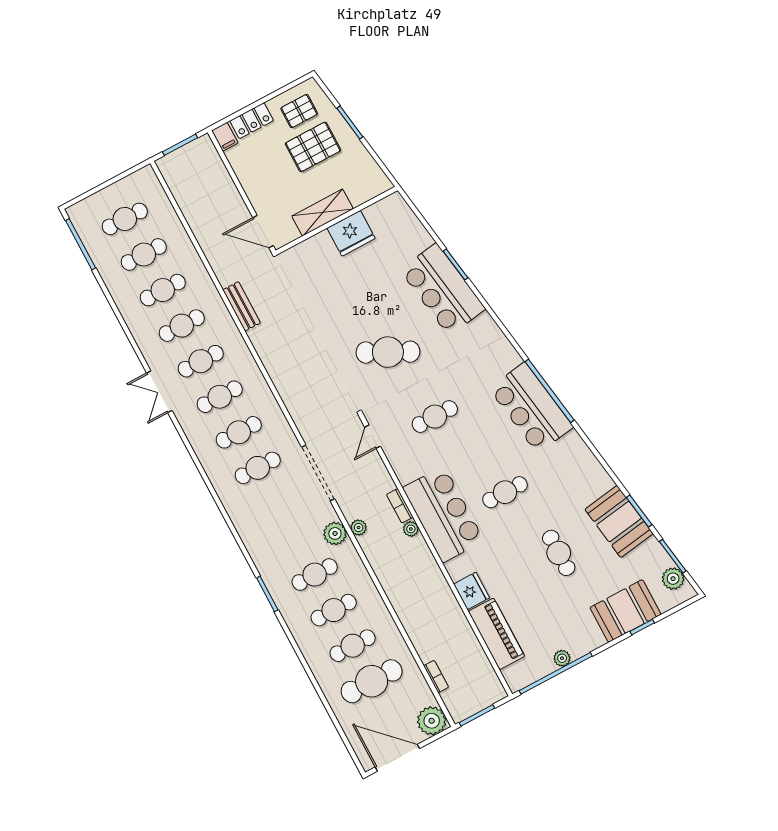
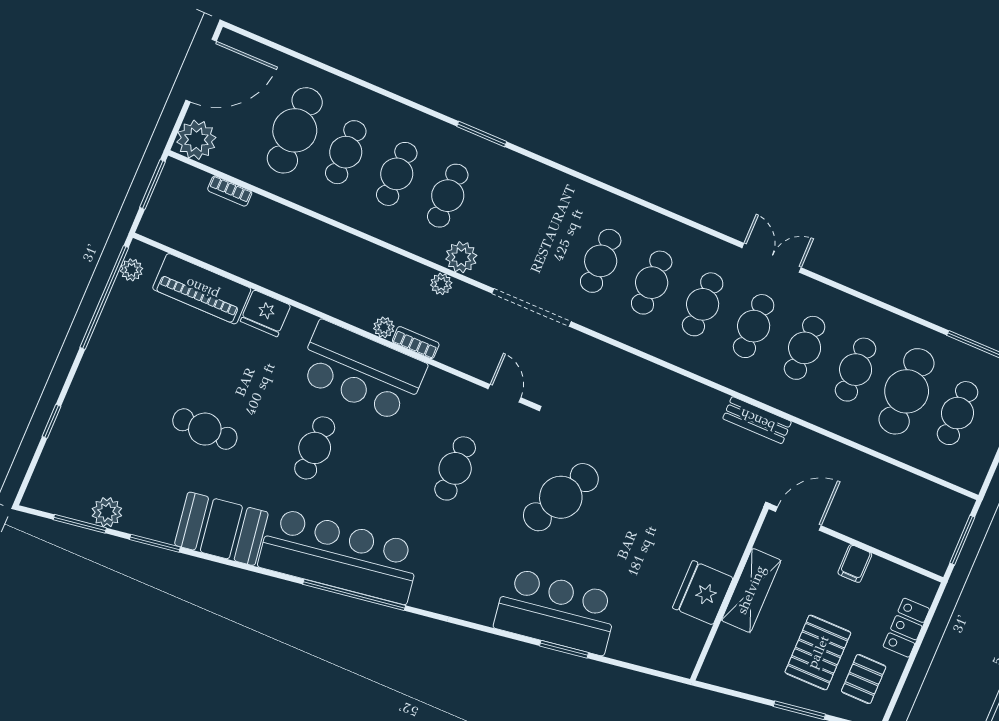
filing cabinet: (225, 137) -> (855, 564), moved, turned -90
cafe table: (144, 255) -> (907, 391), width x1.37, depth x1.35
bar counter: (531, 408) -> (339, 556), width x1.36
booth: (619, 522) -> (221, 529), moved
plant: (673, 579) -> (107, 512), moved
booth: (625, 611) -> (83, 424), removed
plant: (562, 658) -> (132, 270), moved

